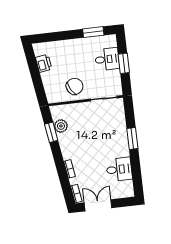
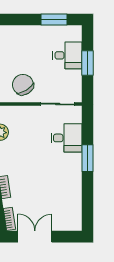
chair: (75, 86) -> (23, 85), turned -93
desk: (119, 169) -> (66, 138), moved

